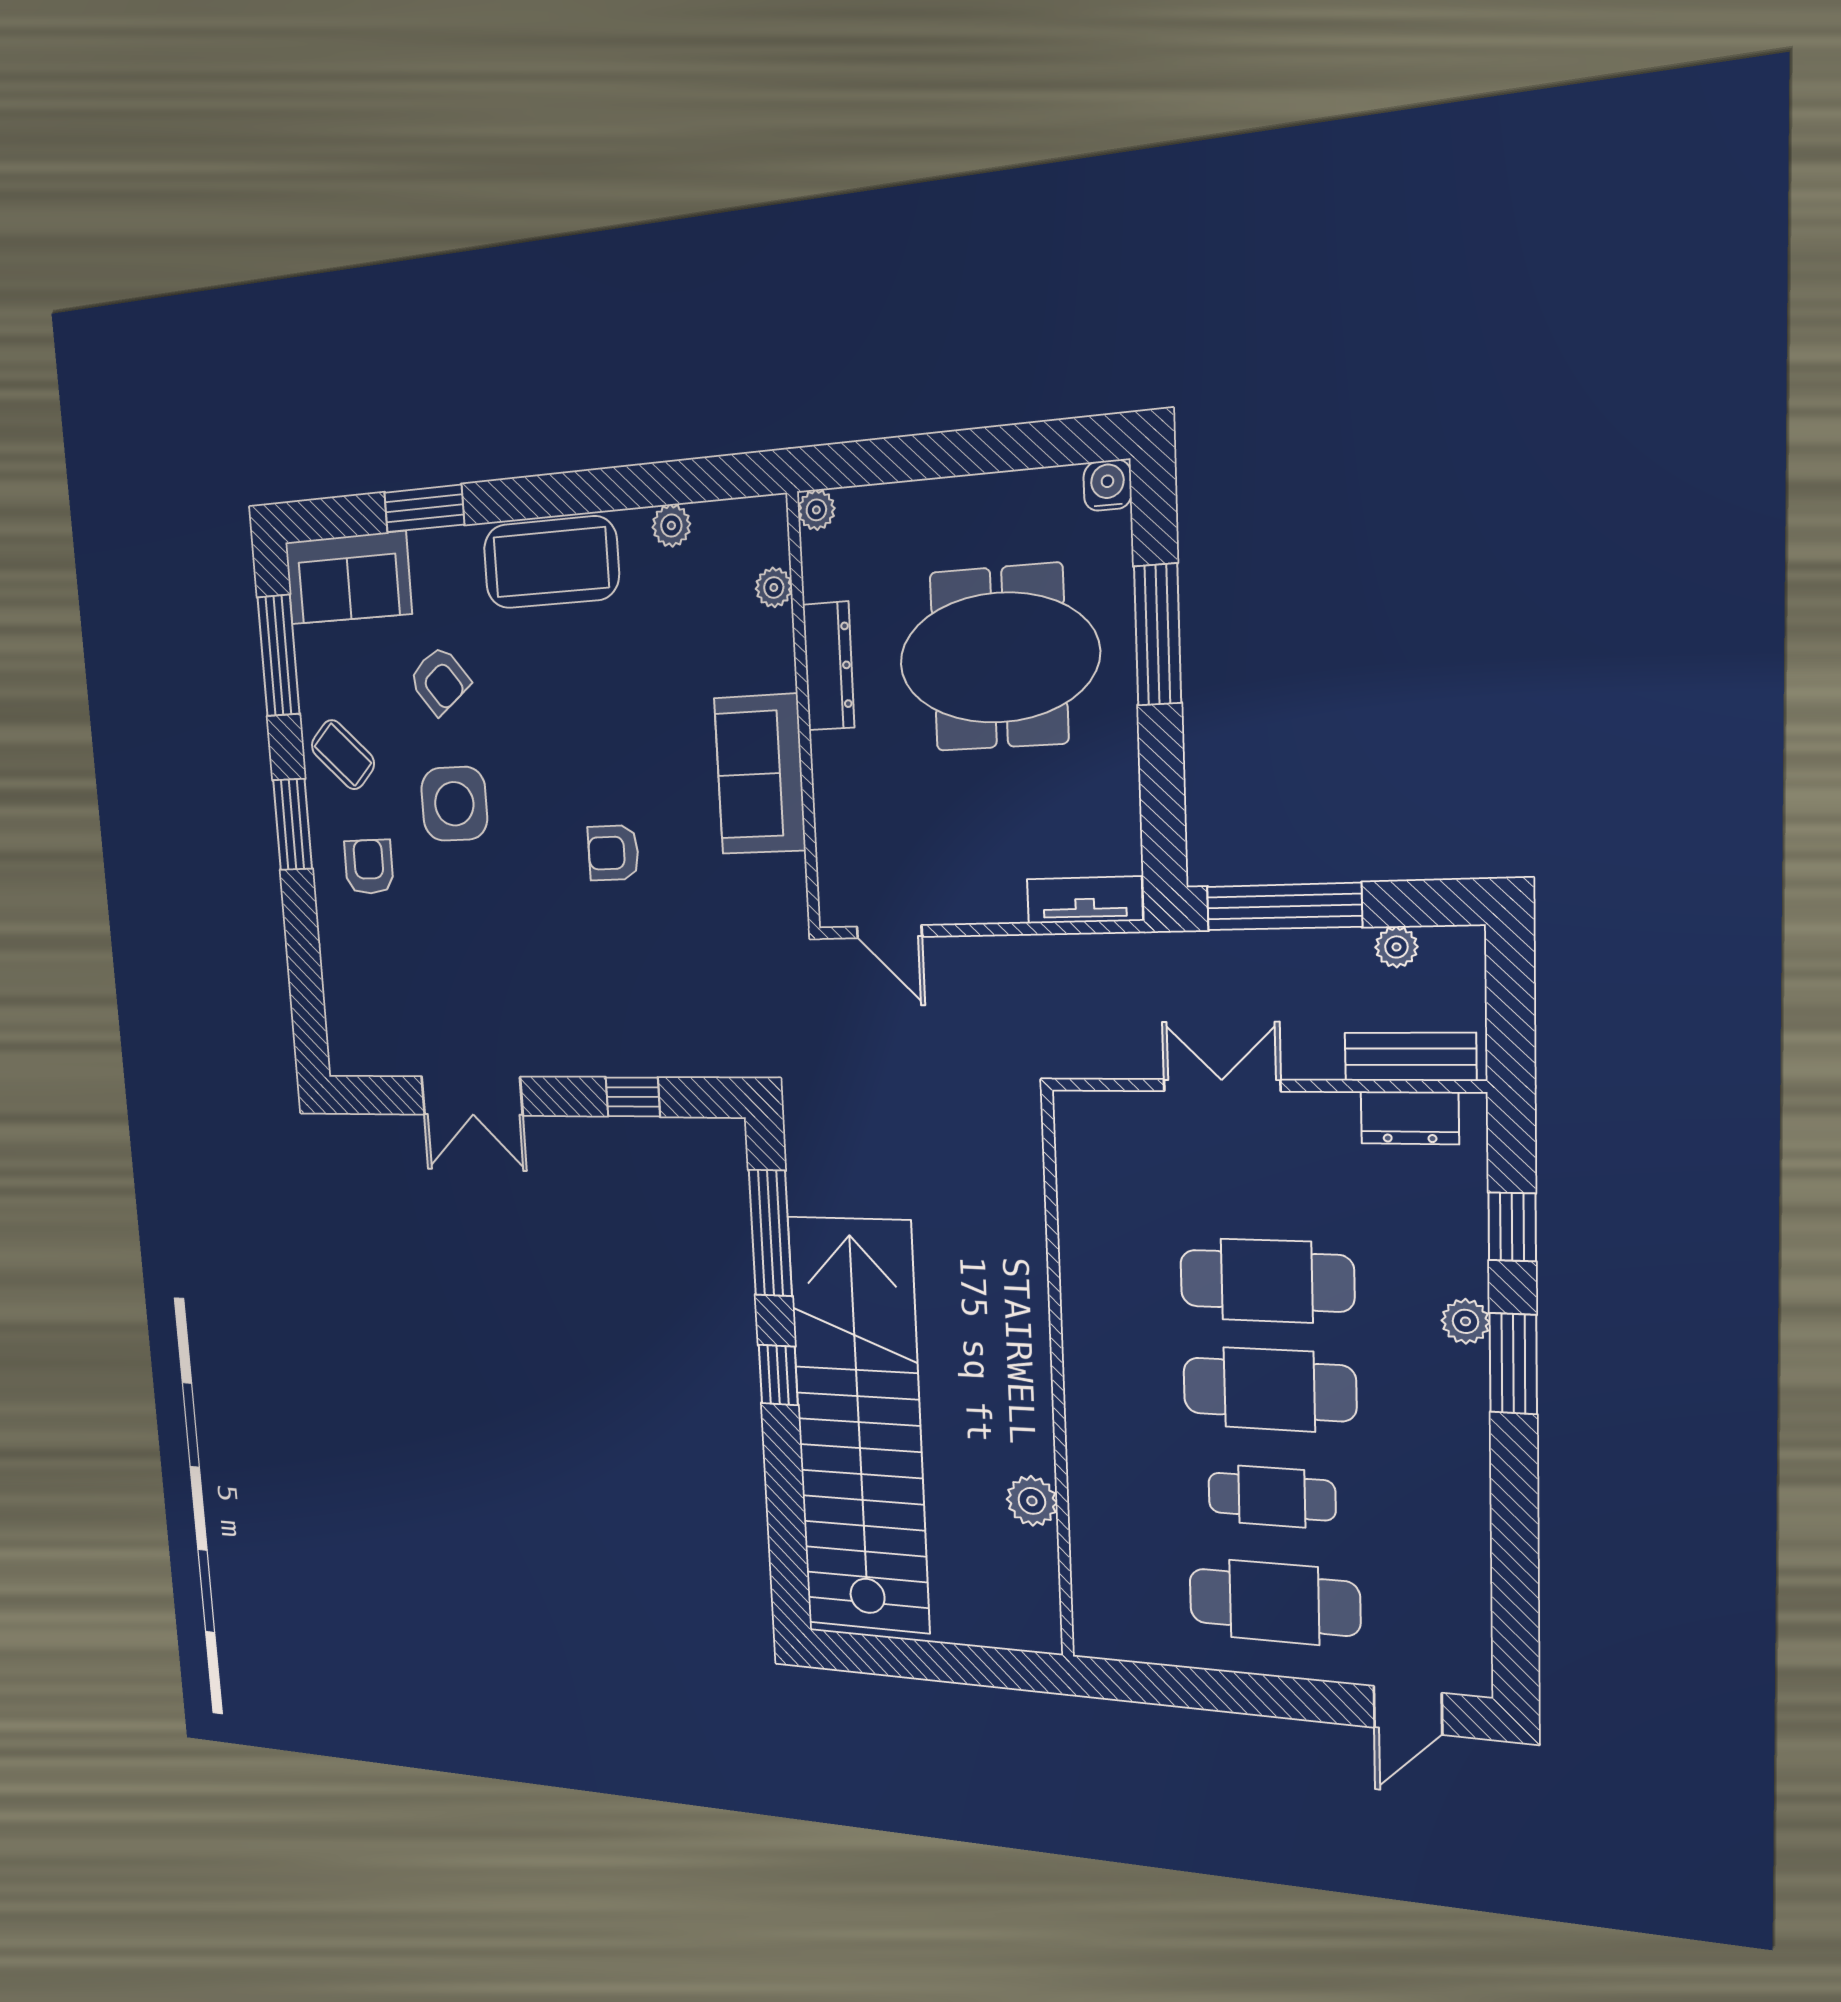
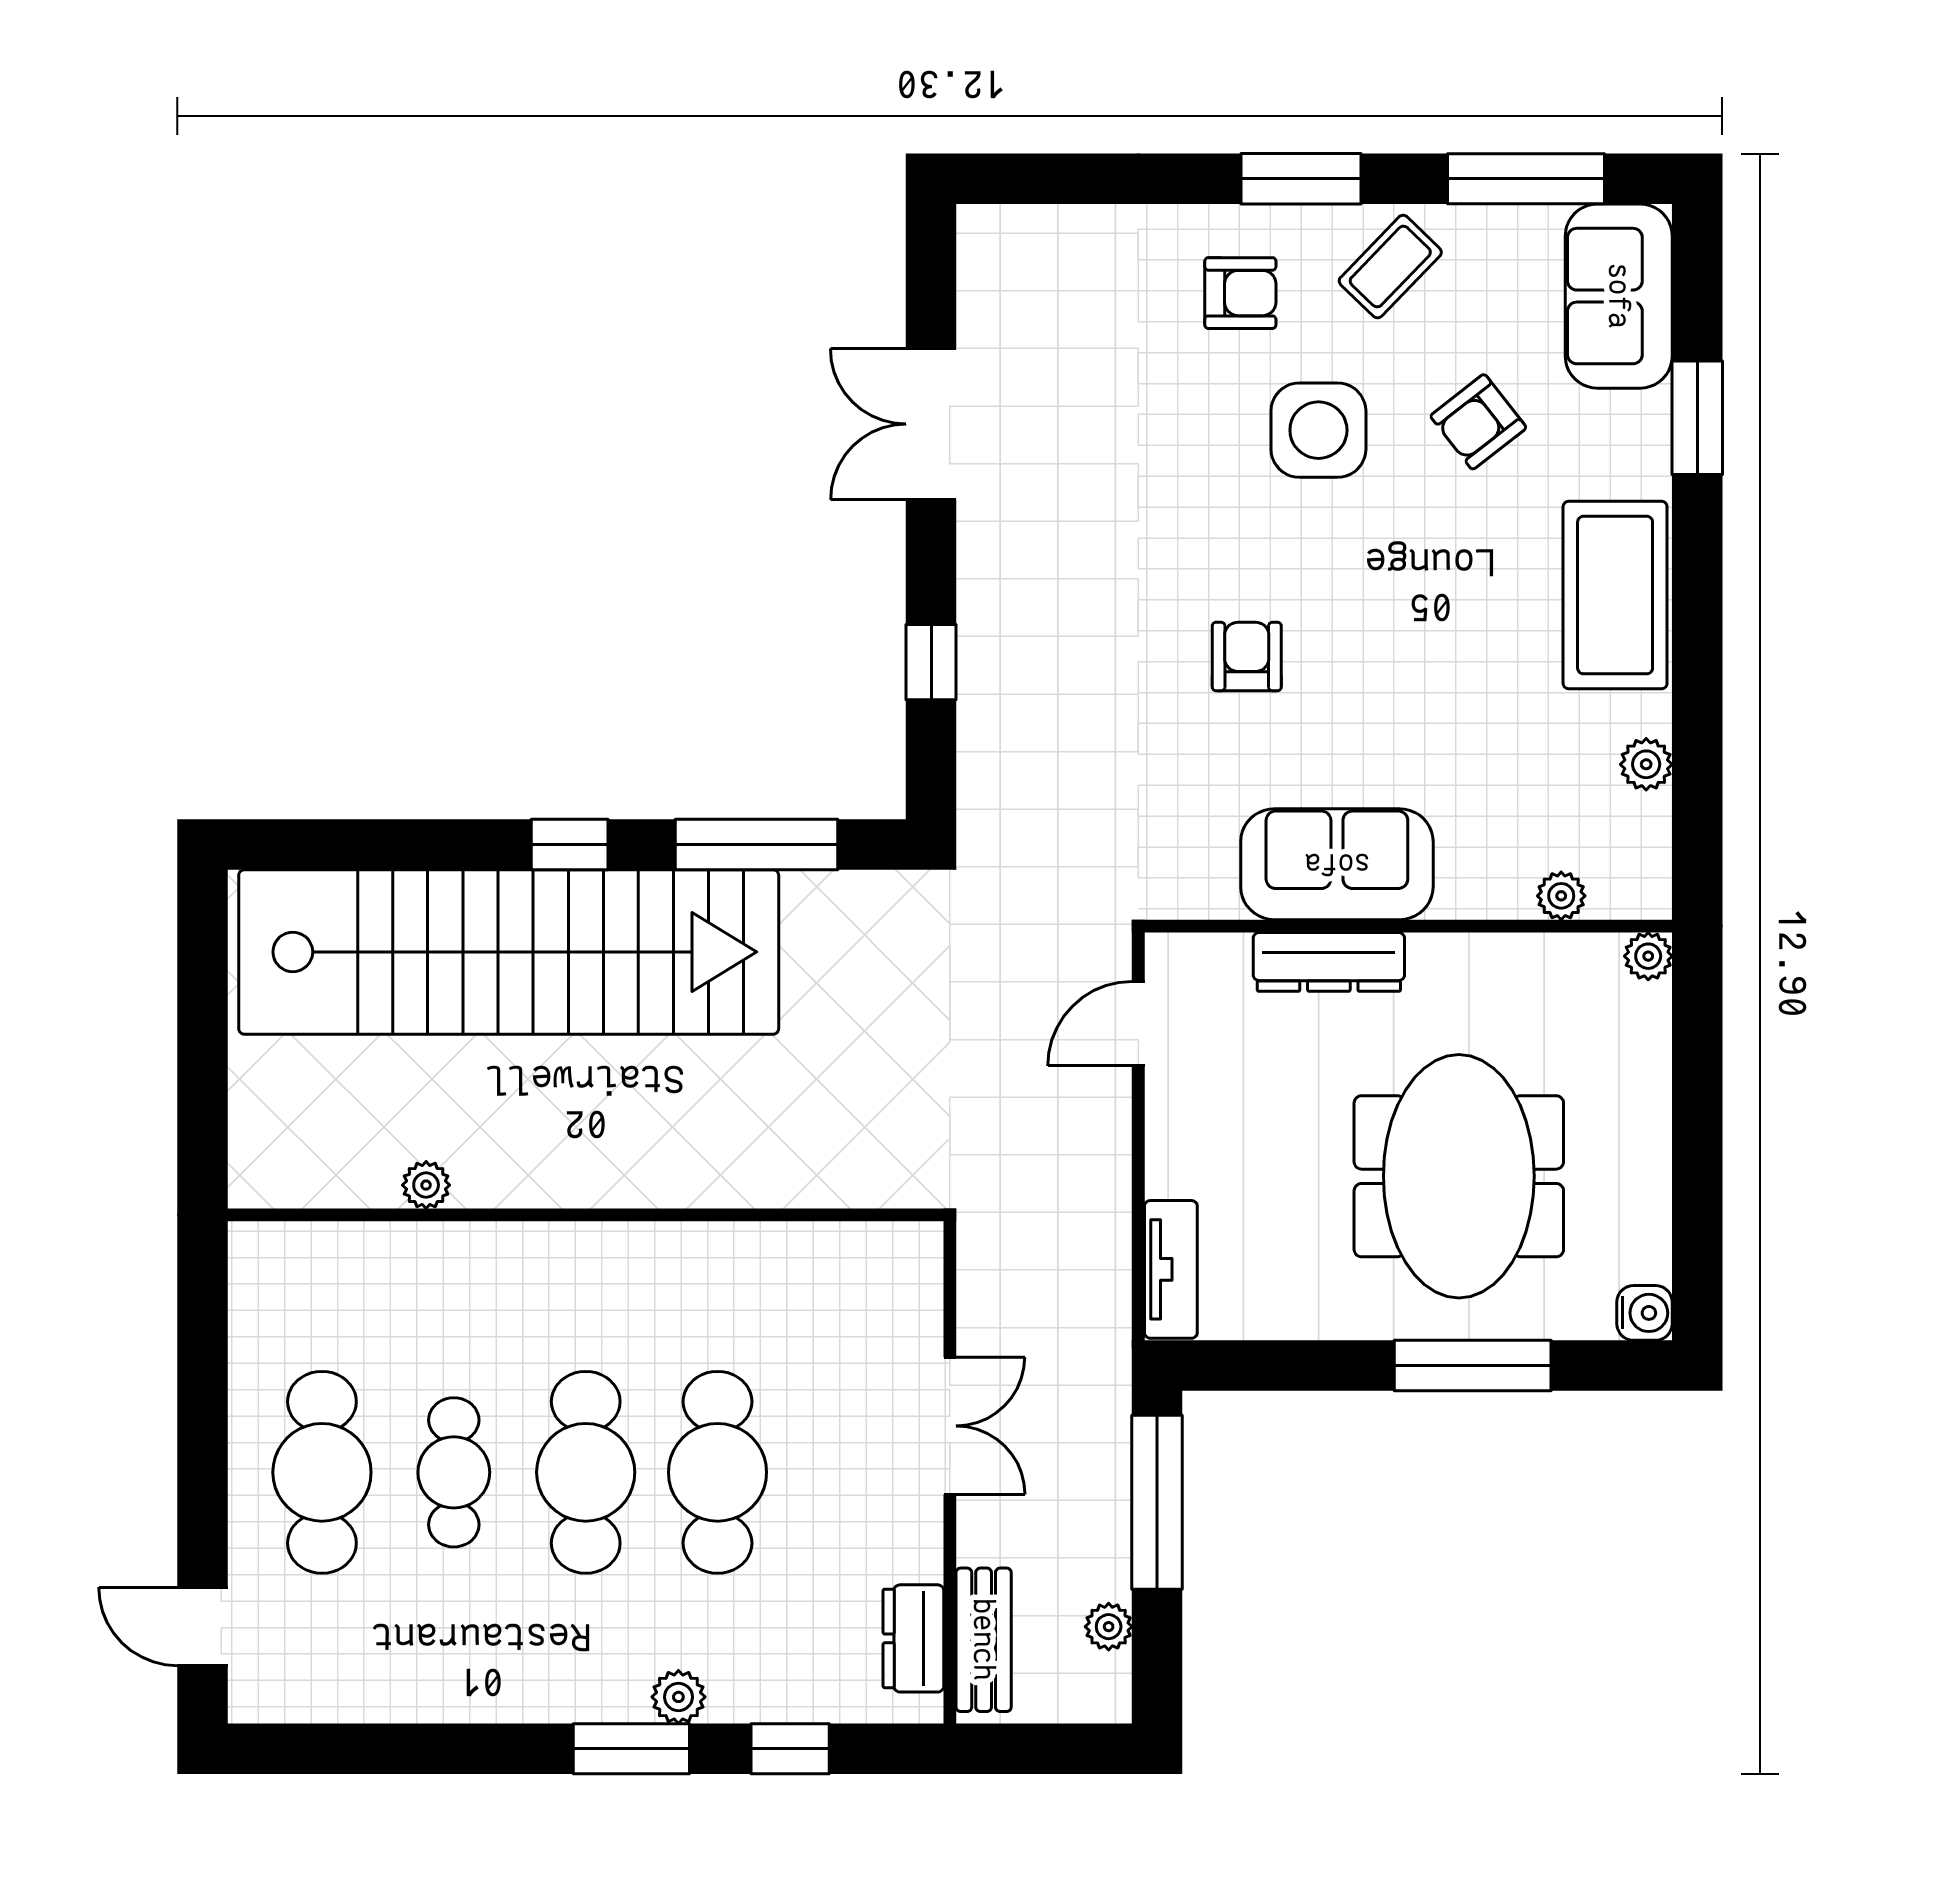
dresser: (829, 666) -> (1329, 962), moved
plant: (1032, 1501) -> (426, 1185), width x0.73, depth x0.73

